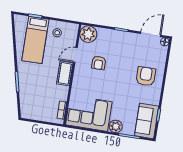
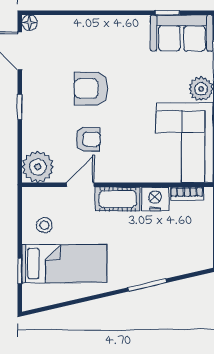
door: (75, 55) -> (80, 185), swing flipped
armchair: (146, 76) -> (91, 88), moved
nightstand: (62, 93) -> (155, 199), added

